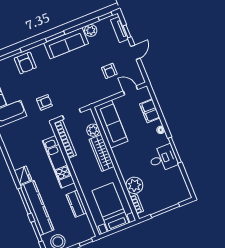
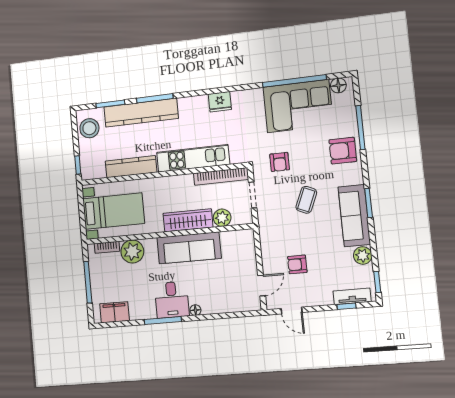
door: (135, 52) -> (292, 310), moved
coffee table: (65, 77) -> (306, 200), added
filing cabinet: (150, 111) -> (114, 312), moved
sofa: (111, 124) -> (189, 248), moved
desk: (163, 158) -> (172, 300), moved
fridge: (23, 175) -> (220, 102), moved
kitchen counter: (76, 204) -> (131, 167), width x1.50

